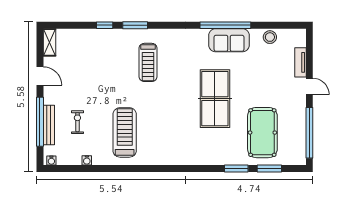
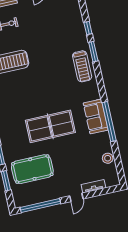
sofa: (229, 40) -> (96, 116), moved
treadmill: (148, 62) -> (82, 66), moved, turned -90

